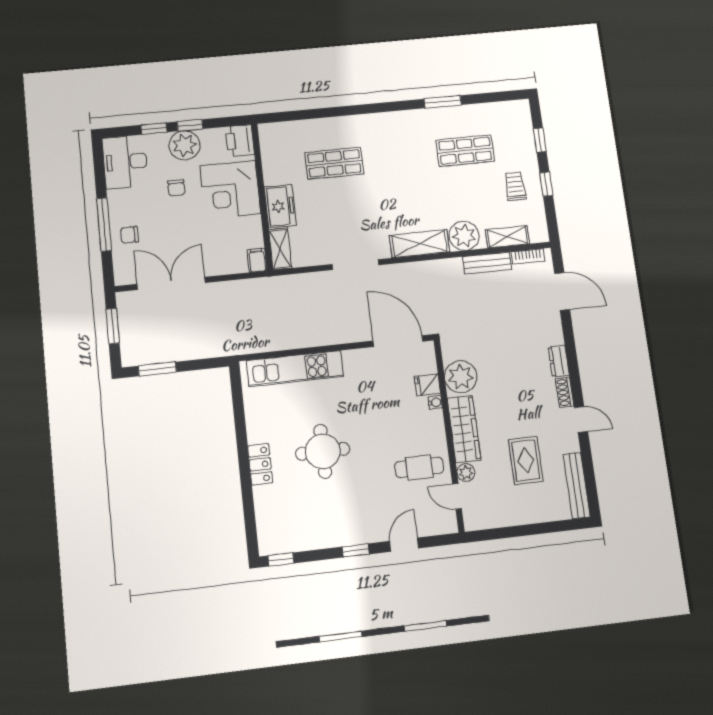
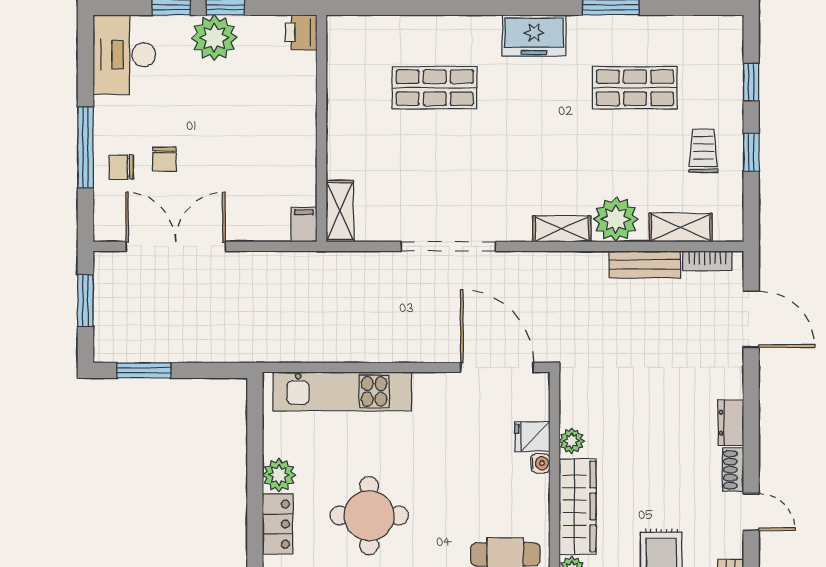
printer: (240, 141) -> (301, 32), width x0.73, depth x0.81
chair: (176, 188) -> (164, 159), moved
corner desk: (230, 190) -> (275, 113), removed
freezer: (280, 206) -> (534, 36), moved, turned 90
shelving: (419, 244) -> (562, 229), width x0.67, depth x0.75
doorway: (355, 265) -> (448, 246), width x1.36
plant: (461, 377) -> (572, 441), width x0.53, depth x0.53
plant: (258, 430) -> (279, 475), added

